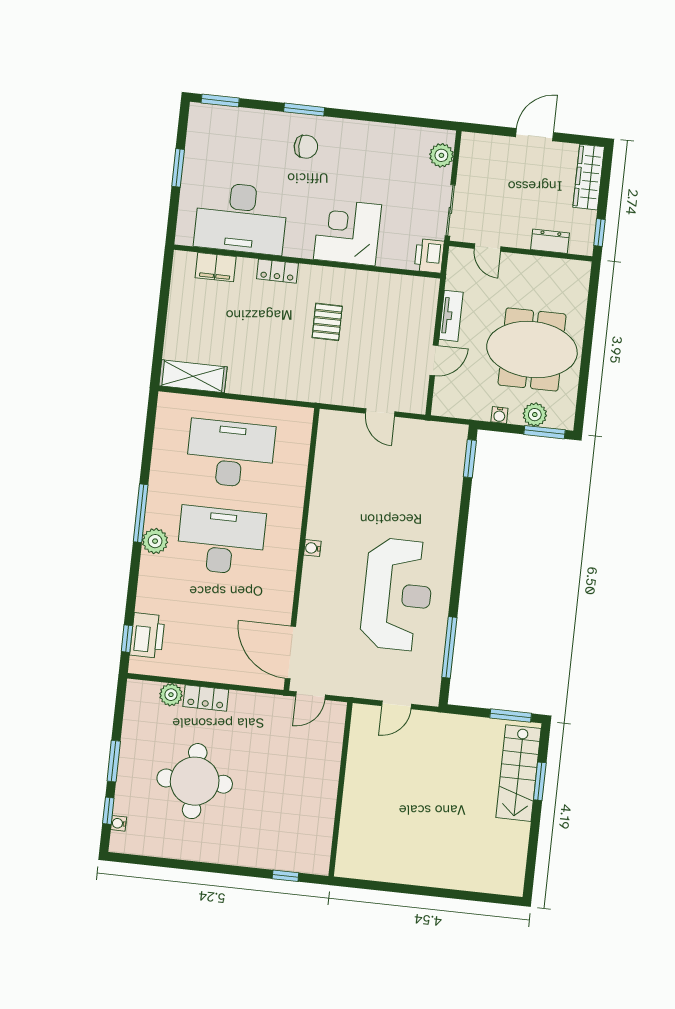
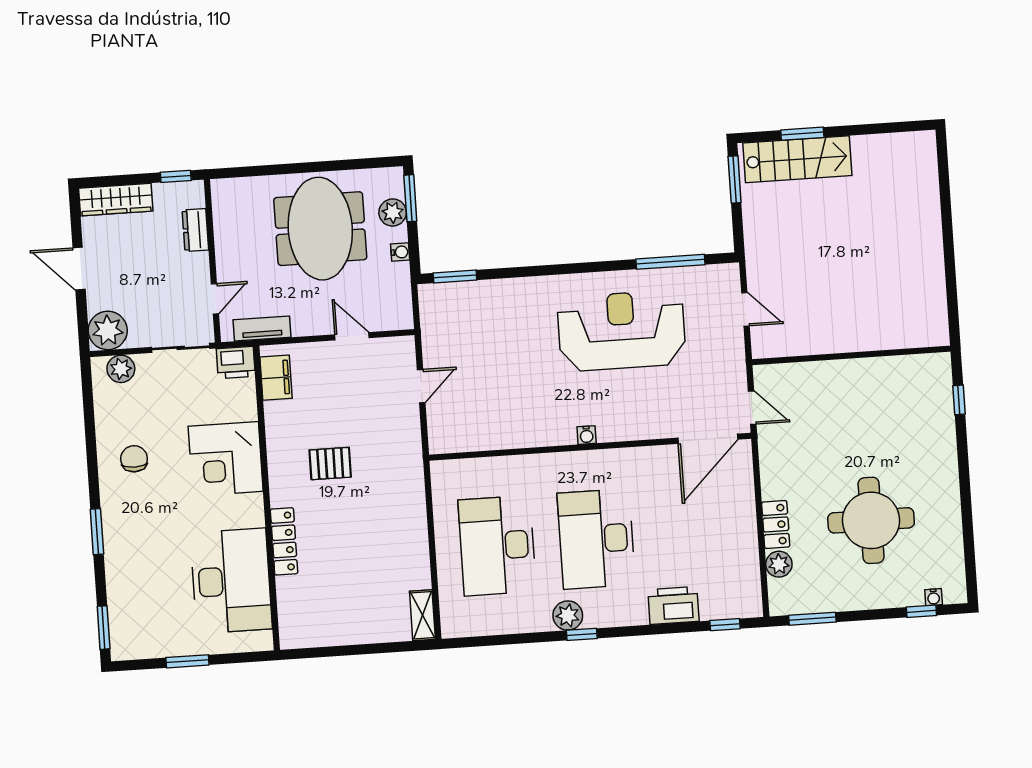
chair: (306, 147) -> (134, 459), moved
plant: (477, 150) -> (108, 330), added
filing cabinet: (216, 267) -> (276, 378), moved
locker: (277, 271) -> (284, 541), width x1.53
tv unit: (451, 316) -> (262, 329), moved
shelving: (193, 376) -> (422, 615), width x0.67, depth x0.75
window: (141, 513) -> (582, 634), width x0.46
plant: (155, 541) -> (568, 616), moved
printer: (147, 635) -> (673, 605), moved
window: (114, 761) -> (812, 619), moved

